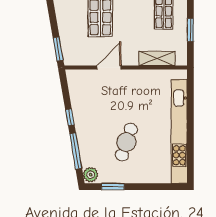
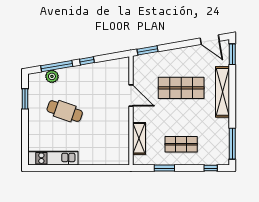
kitchen unit: (179, 131) -> (53, 158), width x0.54
plant: (90, 175) -> (52, 76), moved

